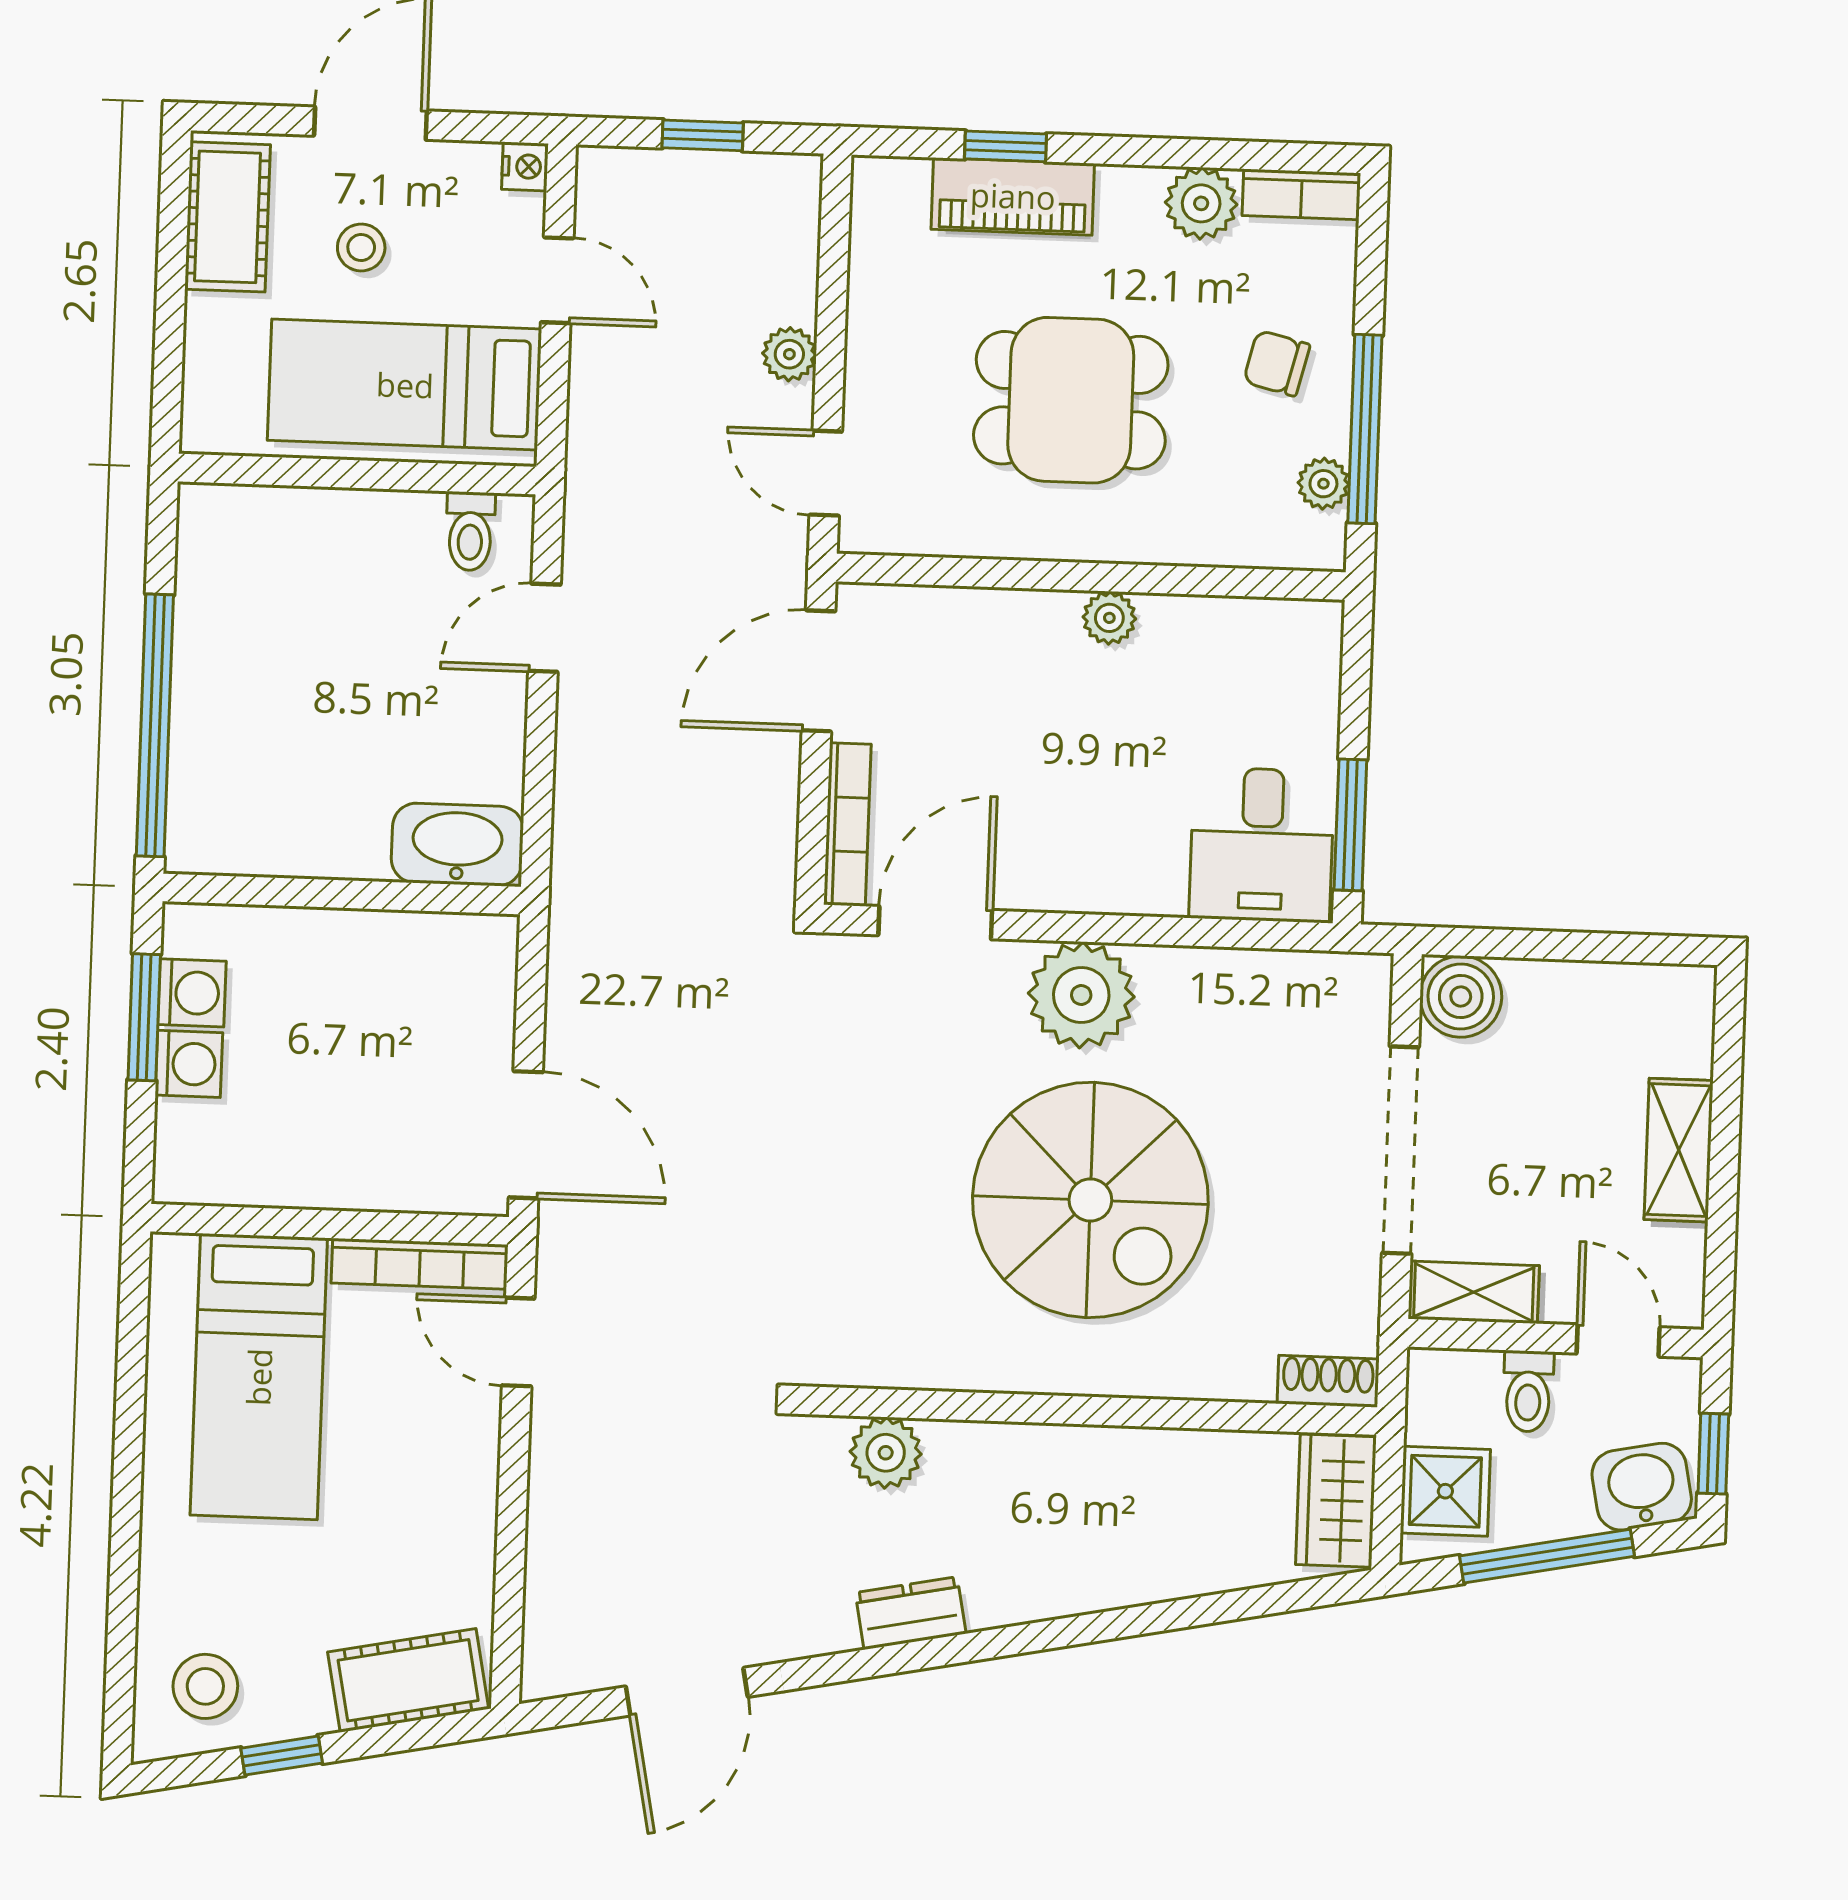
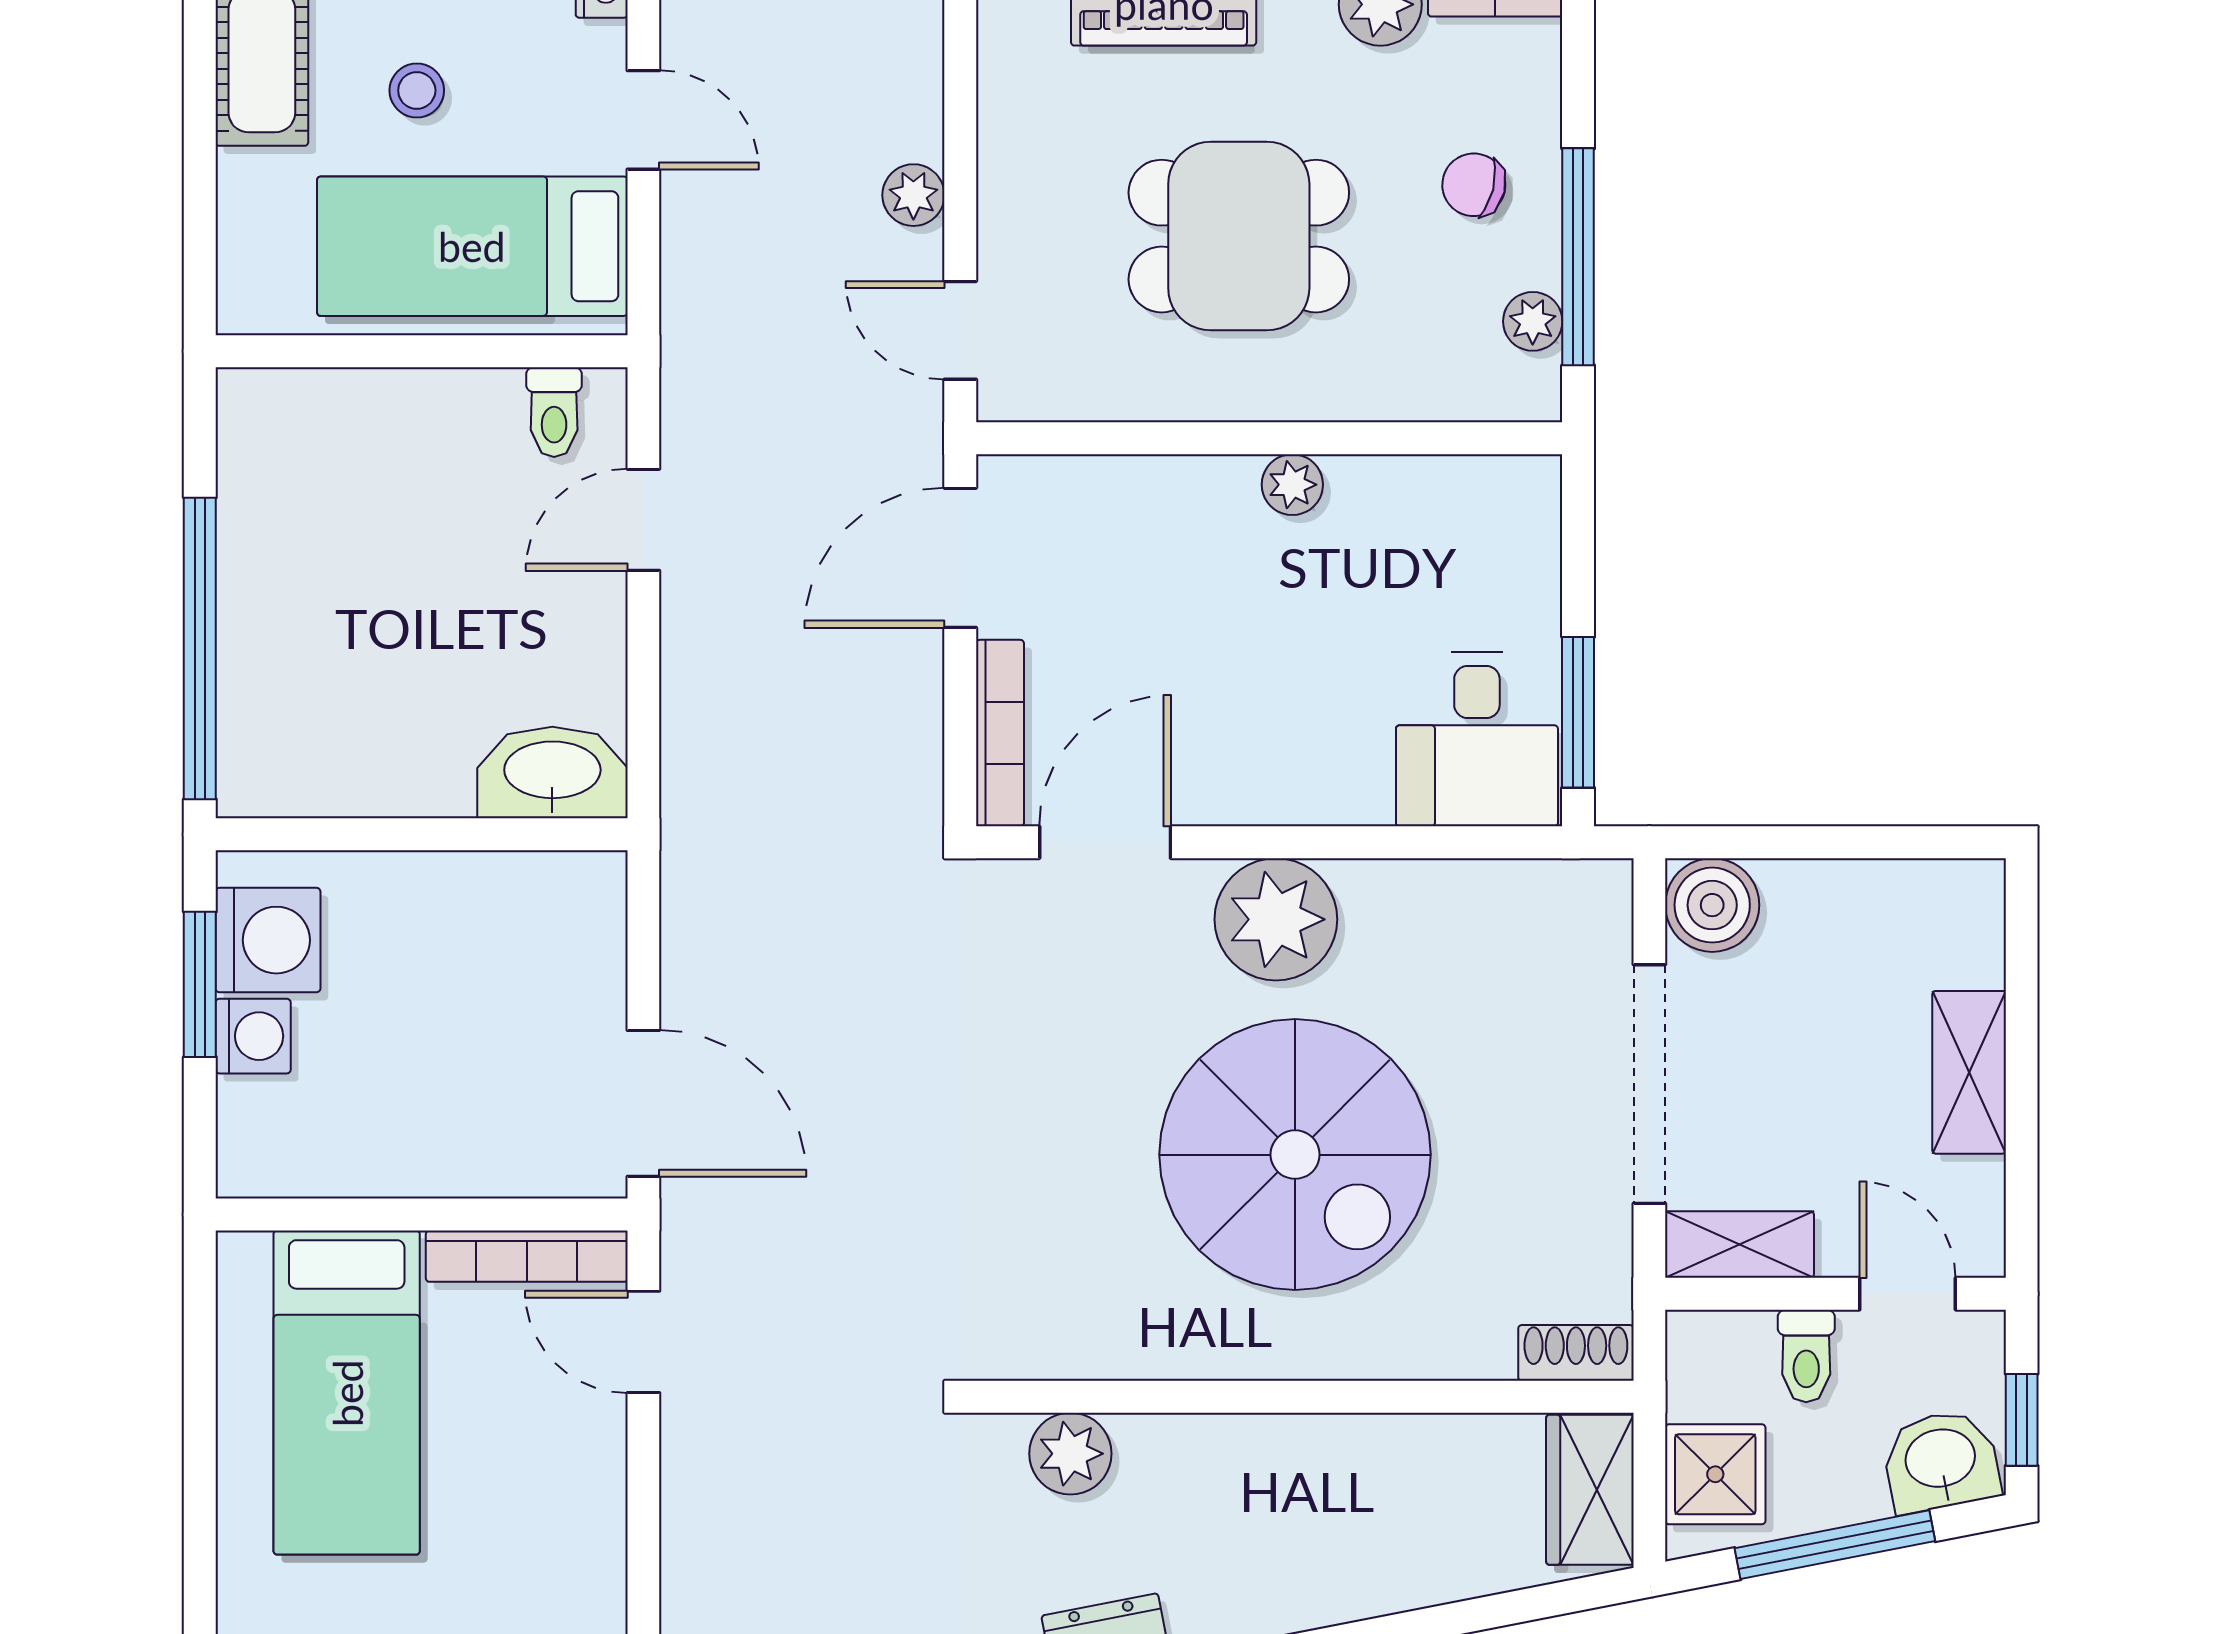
washing machine: (192, 993) -> (268, 940), width x1.38, depth x1.38

